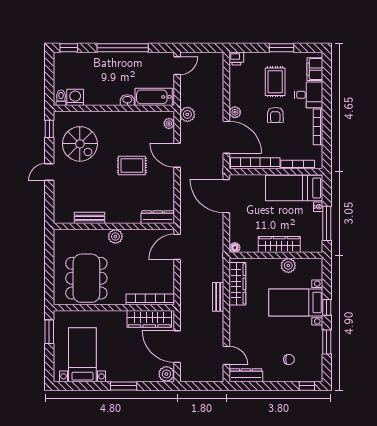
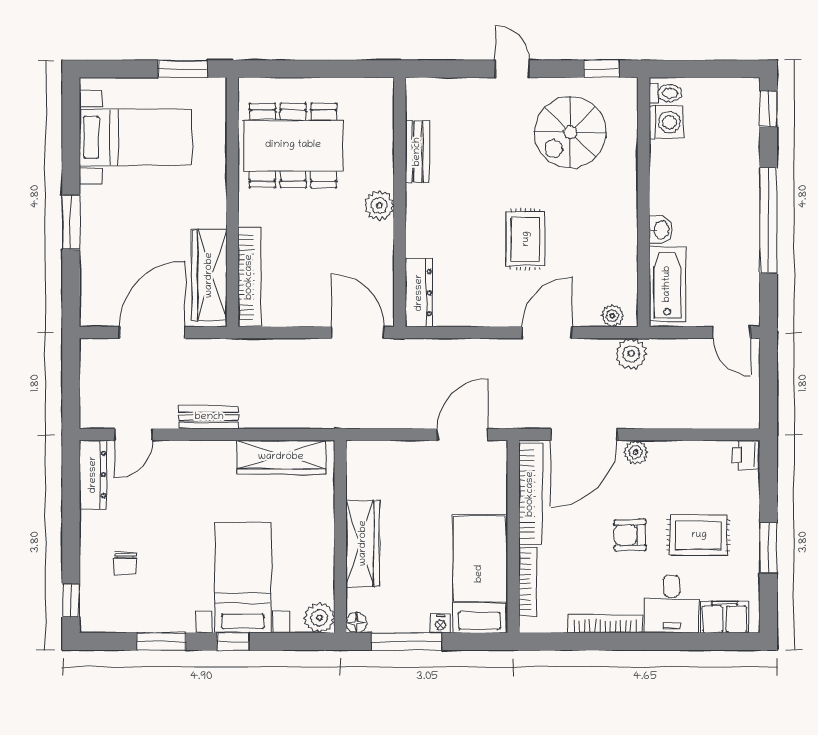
door: (226, 196) -> (463, 435), width x0.73
floor lamp: (235, 248) -> (356, 623), moved
plant: (288, 265) -> (319, 618), moved
bench: (218, 297) -> (209, 417), moved
plant: (166, 374) -> (96, 311), removed

